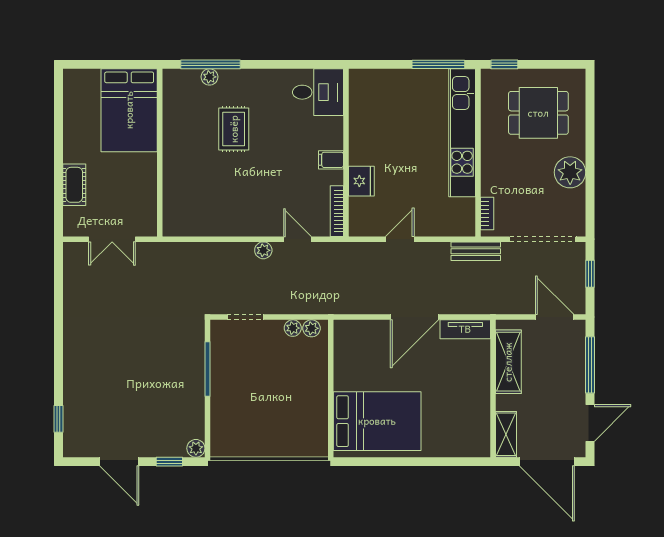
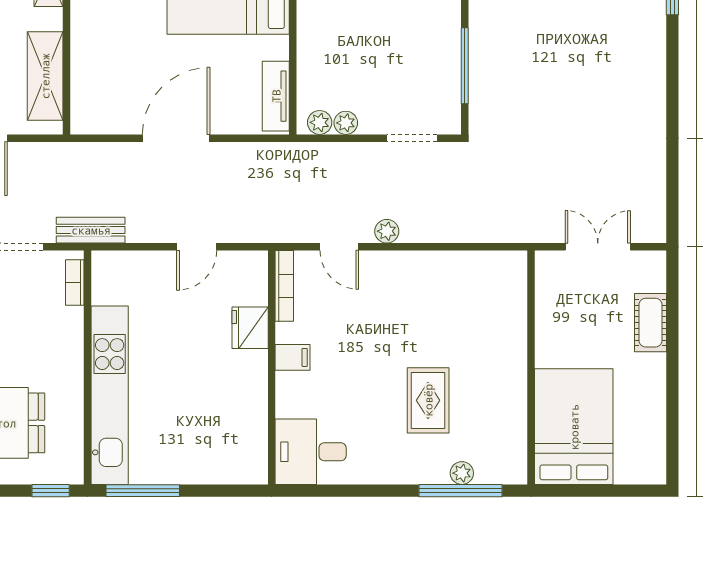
tv unit: (465, 329) -> (276, 96), moved, turned -90

